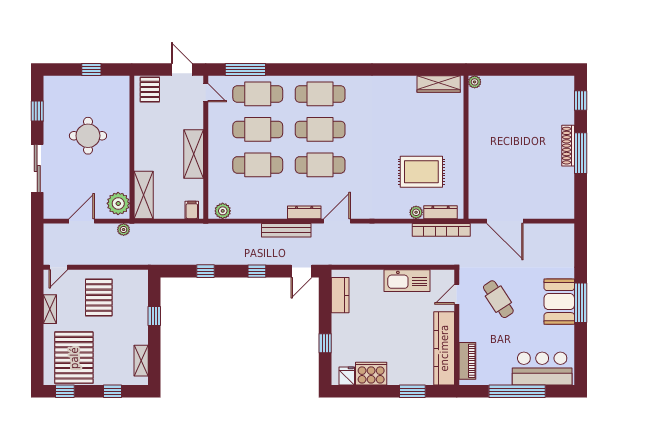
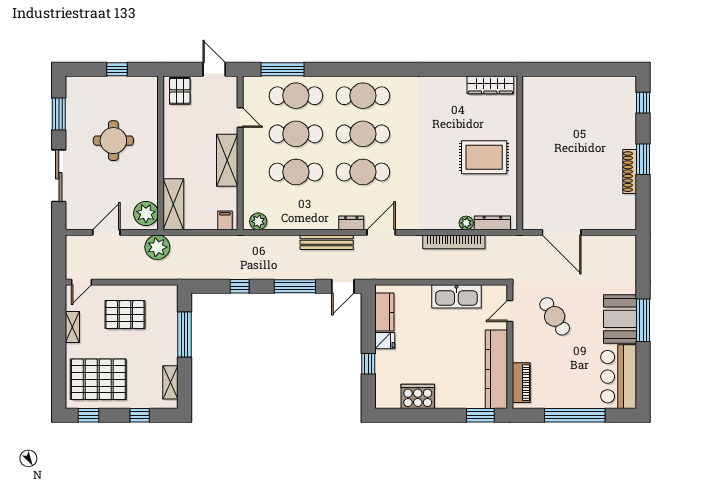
plant: (475, 82) -> (529, 83), removed
door: (206, 93) -> (240, 117), moved
window: (37, 111) -> (59, 114), width x1.50
shoe rack: (568, 146) -> (630, 172), moved
window: (581, 153) -> (643, 159), width x0.69
rug: (421, 172) -> (484, 157), moved
dresser: (304, 212) -> (351, 223), width x0.70
plant: (124, 230) -> (157, 247), width x1.88, depth x1.88
bookcase: (441, 230) -> (454, 242), moved
window: (257, 271) -> (295, 286), width x2.17
pallet: (99, 298) -> (125, 315), turned 90
window: (154, 316) -> (185, 334), width x2.17
pallet: (74, 358) -> (98, 379), turned 90
bar counter: (542, 368) -> (619, 377), moved, turned -90
fridge: (347, 376) -> (385, 341), moved, turned 90
window: (412, 391) -> (480, 415), moved

